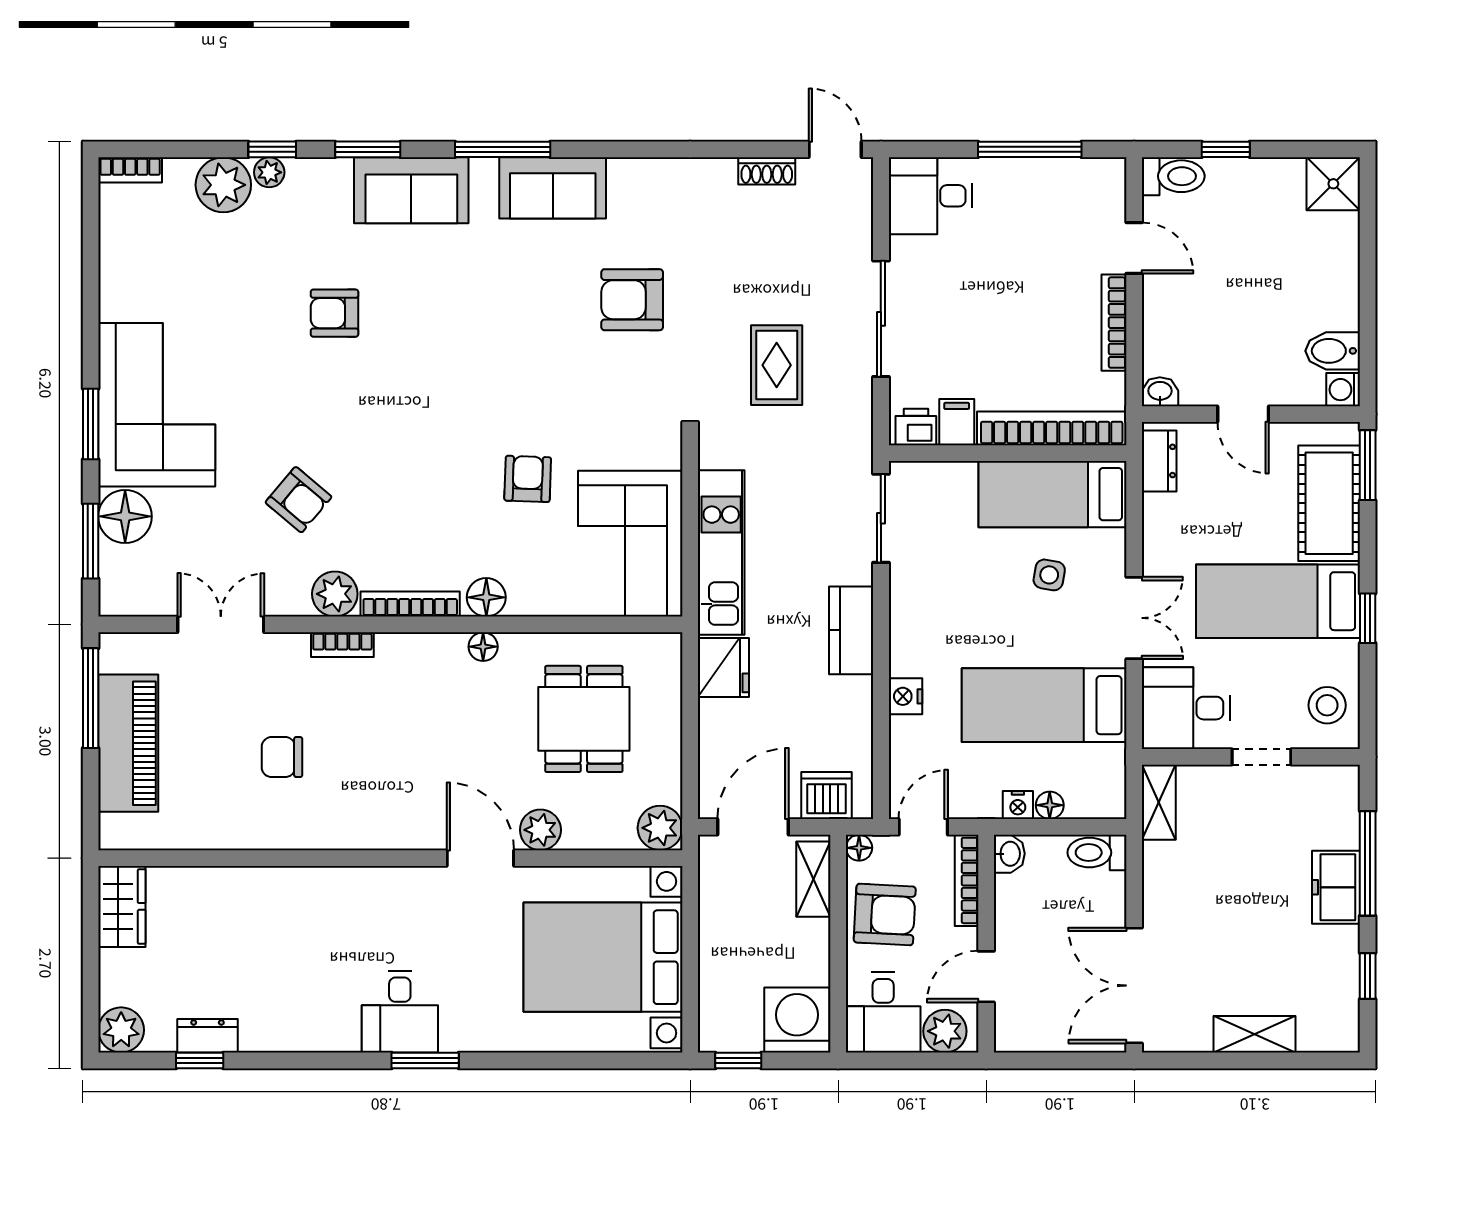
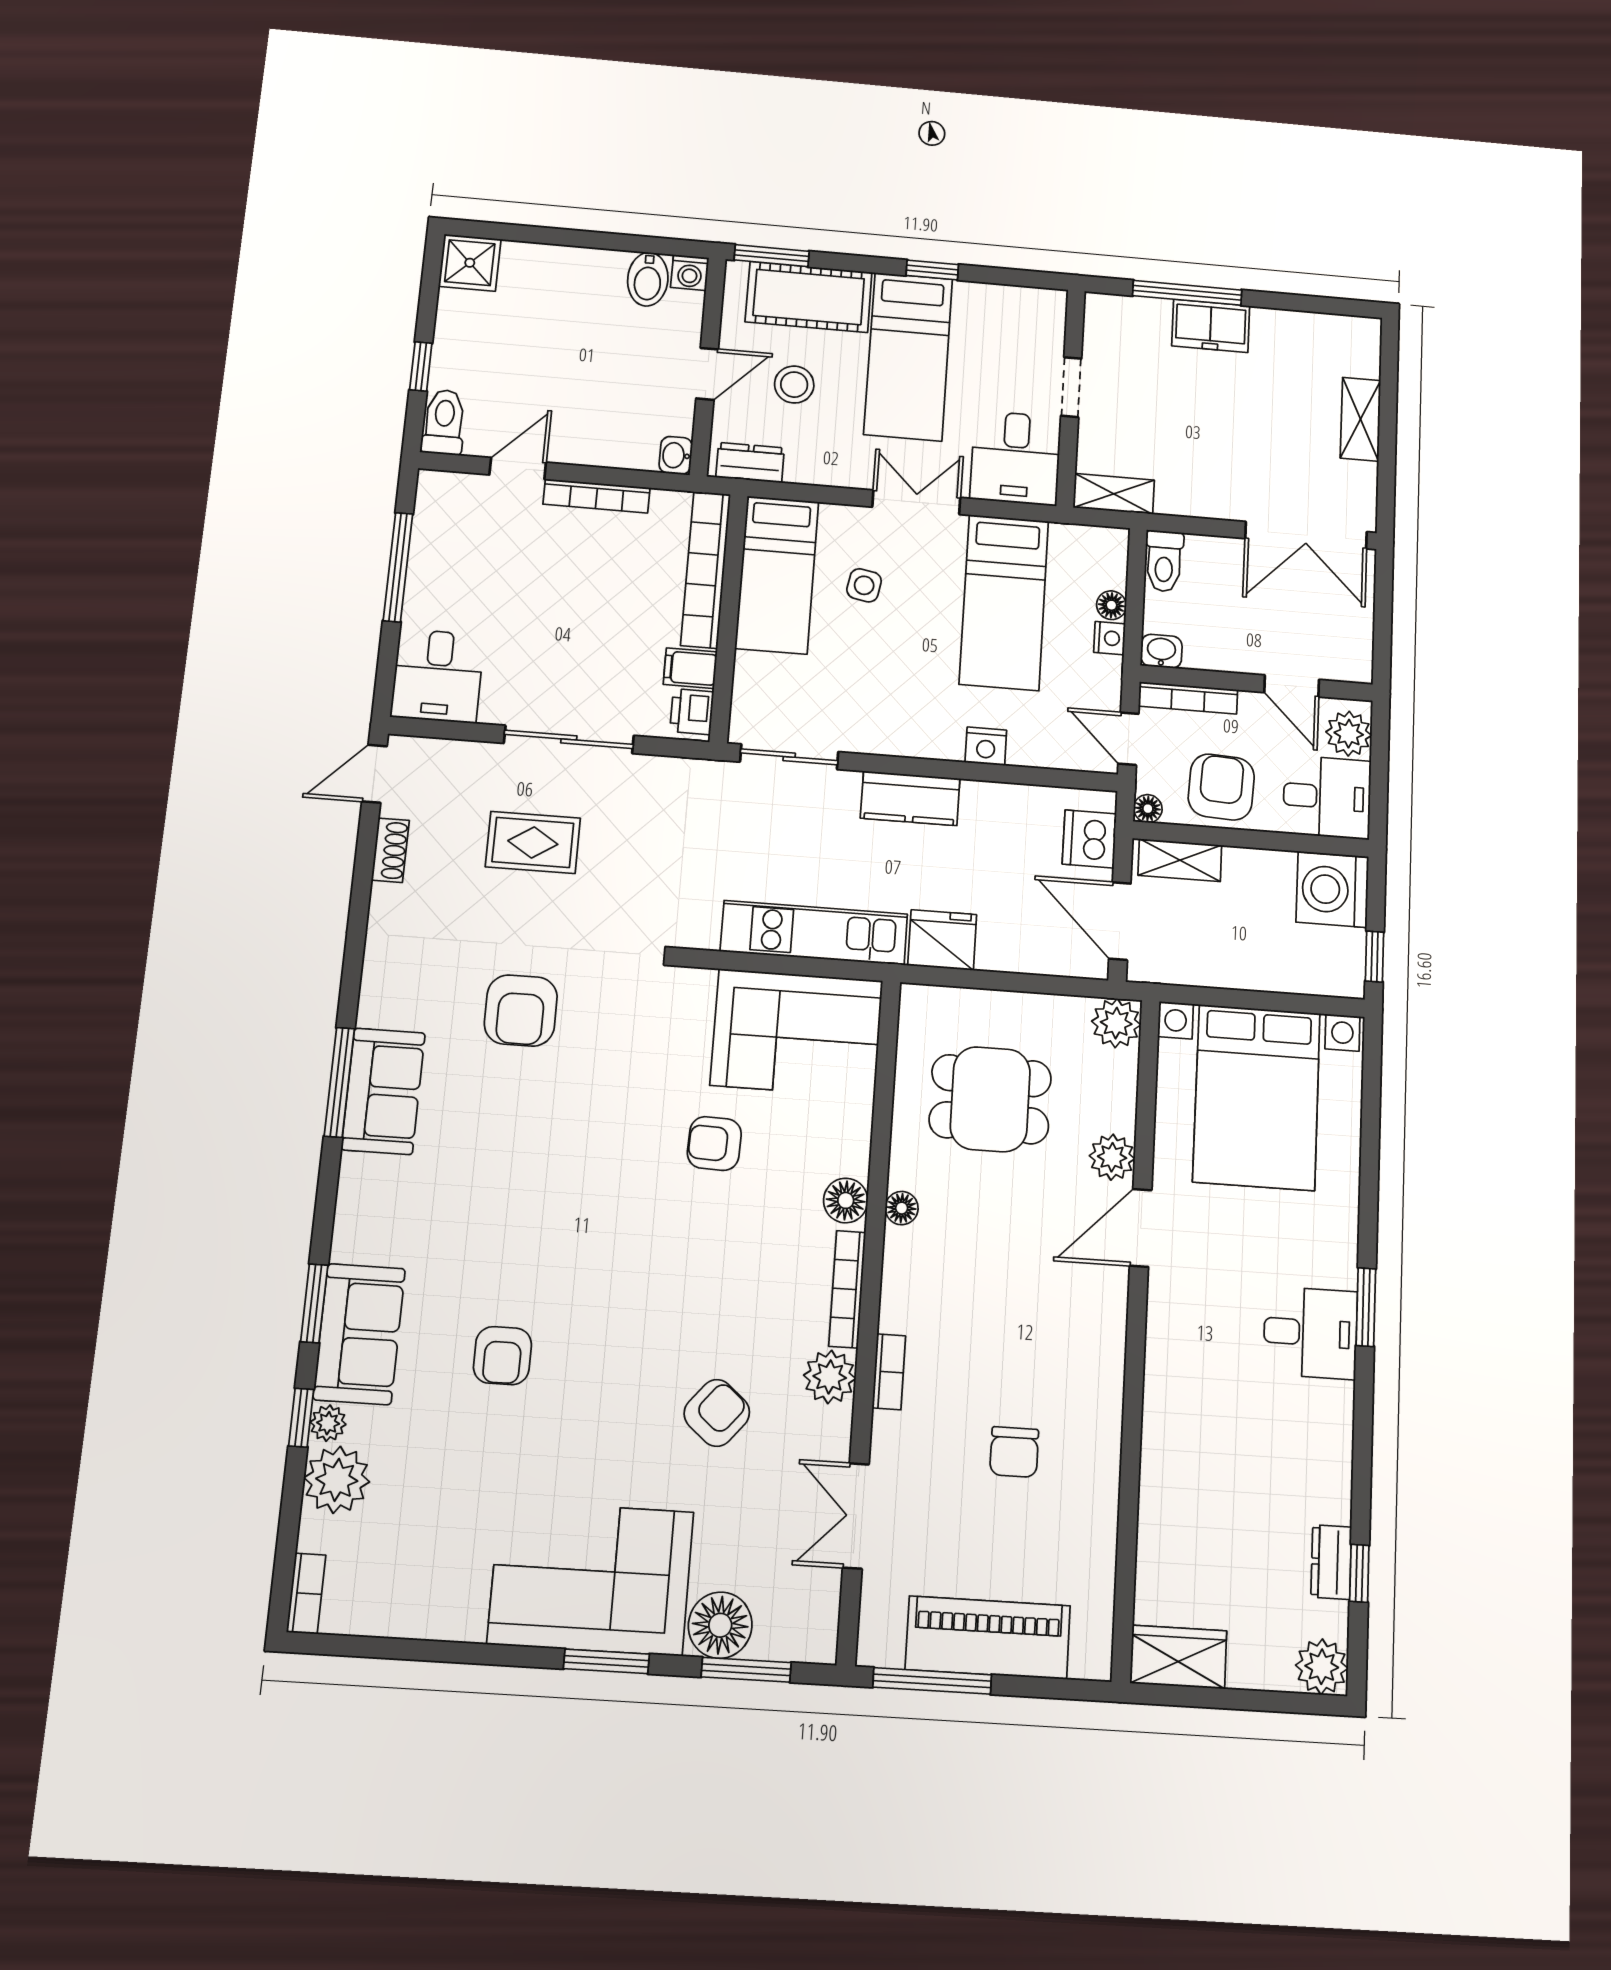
window: (503, 149) -> (339, 1082), moved
sofa: (411, 190) -> (359, 1334), moved
rug: (777, 365) -> (533, 842), moved
stool: (1327, 705) -> (794, 385), moved
window: (1368, 976) -> (1304, 303), removed

